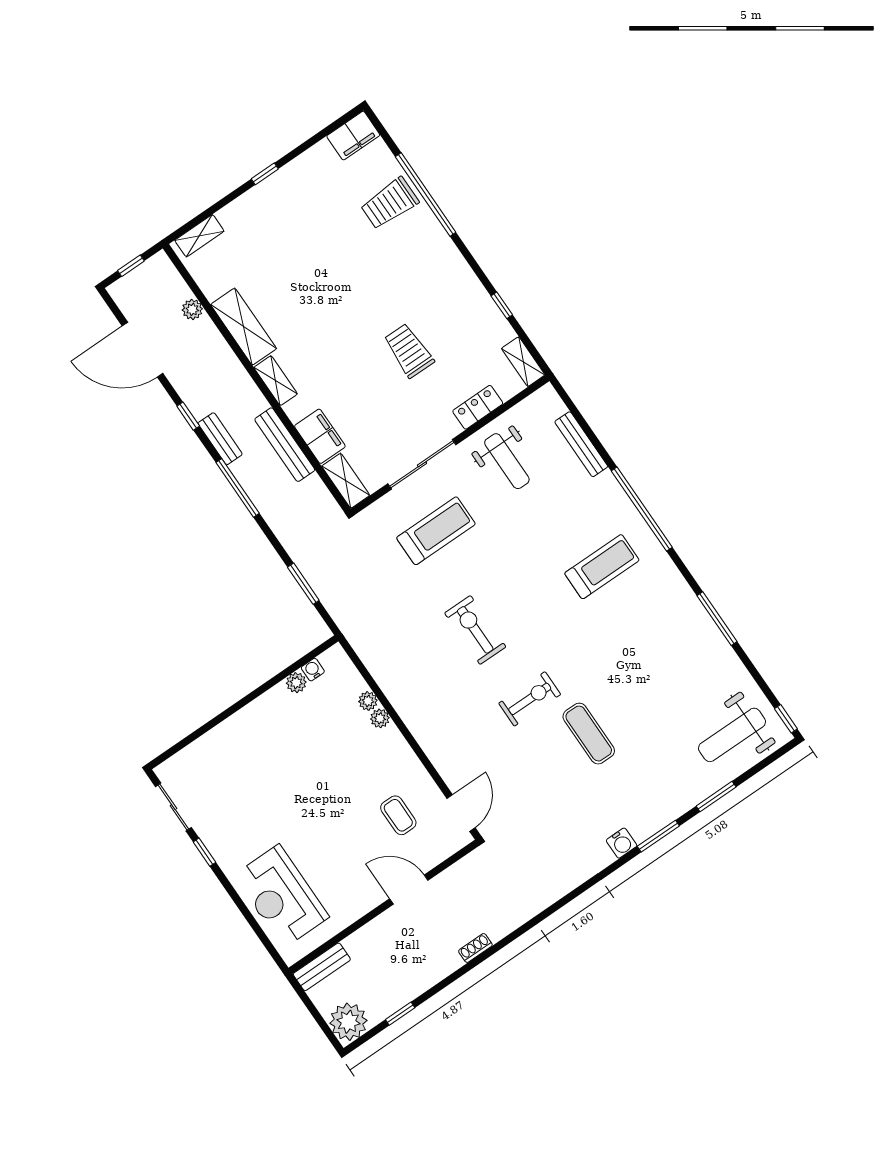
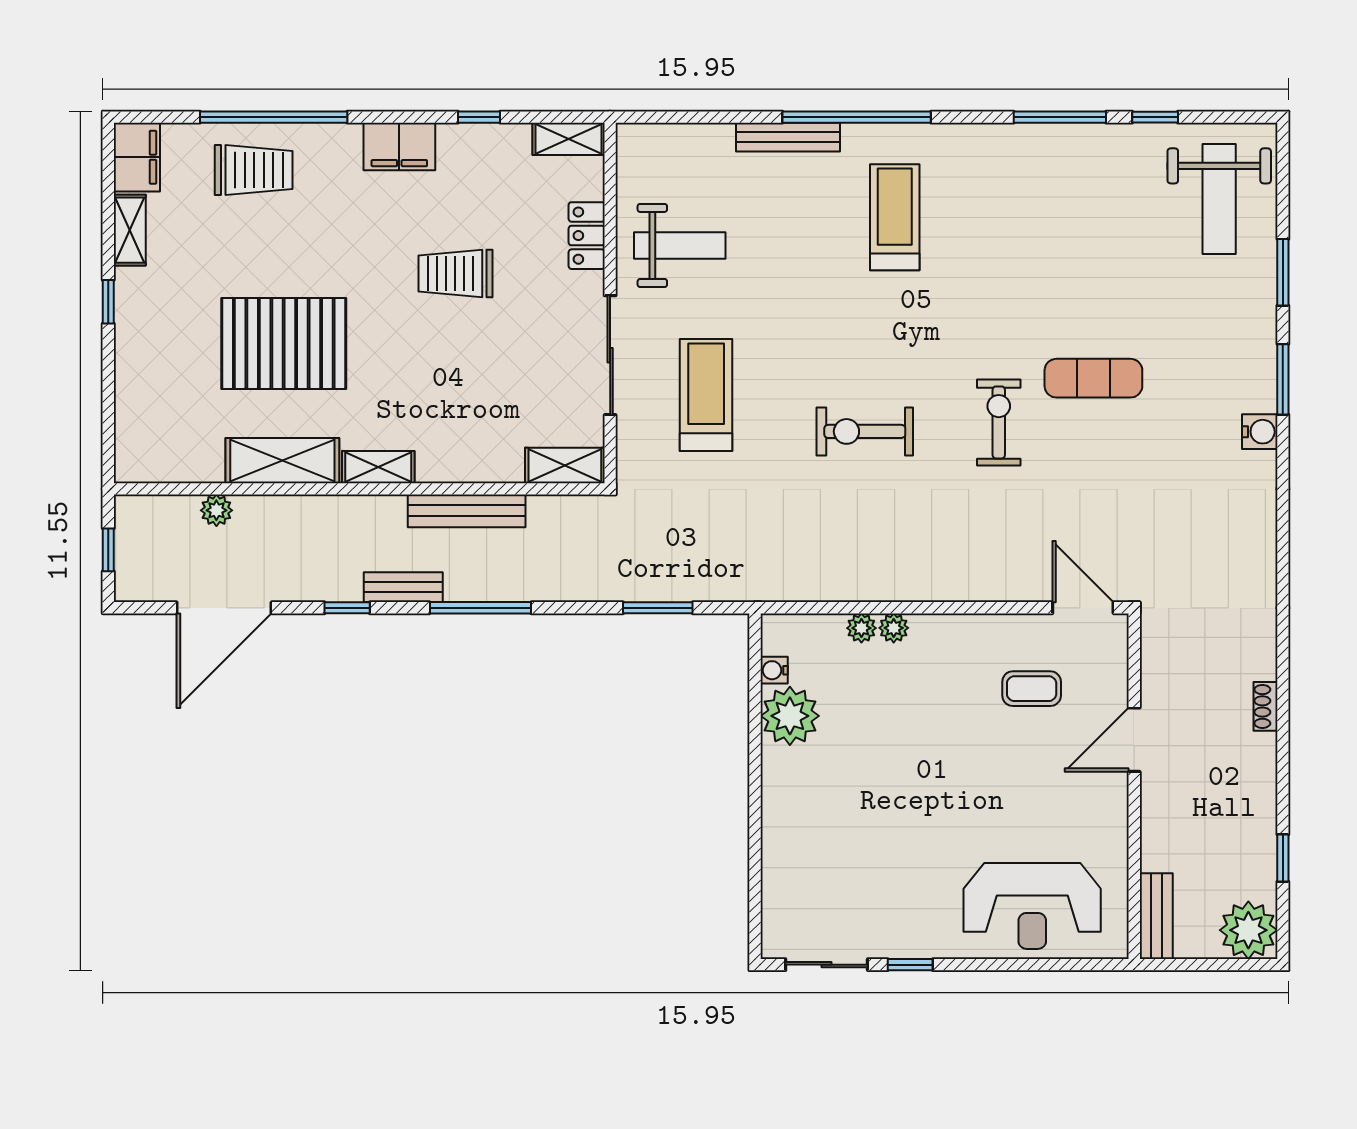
trolley: (390, 203) -> (254, 170), turned -90
shelving: (199, 236) -> (130, 230), moved
pallet: (307, 284) -> (284, 343), added
filing cabinet: (320, 436) -> (399, 146), moved, turned 180
bench: (581, 444) -> (788, 137), moved
plant: (296, 683) -> (790, 716), width x1.87, depth x1.87
window: (786, 719) -> (1155, 117), moved

